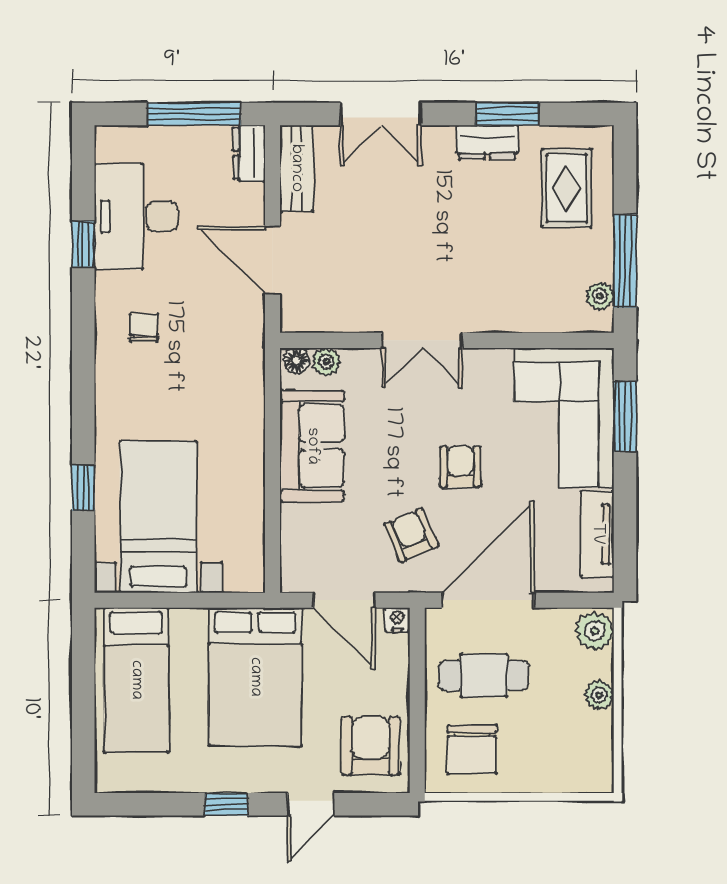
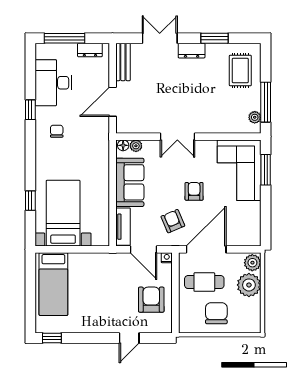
window: (194, 114) -> (65, 38), moved
double door: (381, 114) -> (160, 38), swing flipped
dresser: (487, 142) -> (192, 51), moved
dresser: (249, 153) -> (90, 50), moved, turned -90
window: (83, 244) -> (30, 110), moved
door: (272, 260) -> (113, 102), hinge flipped
tv unit: (597, 534) -> (123, 227), moved, turned 180
bed: (255, 677) -> (105, 283), removed
plant: (599, 695) -> (249, 285), width x1.88, depth x1.88
armchair: (371, 746) -> (151, 300), moved
chair: (472, 749) -> (216, 313), moved, turned 180
window: (226, 804) -> (52, 338), moved

